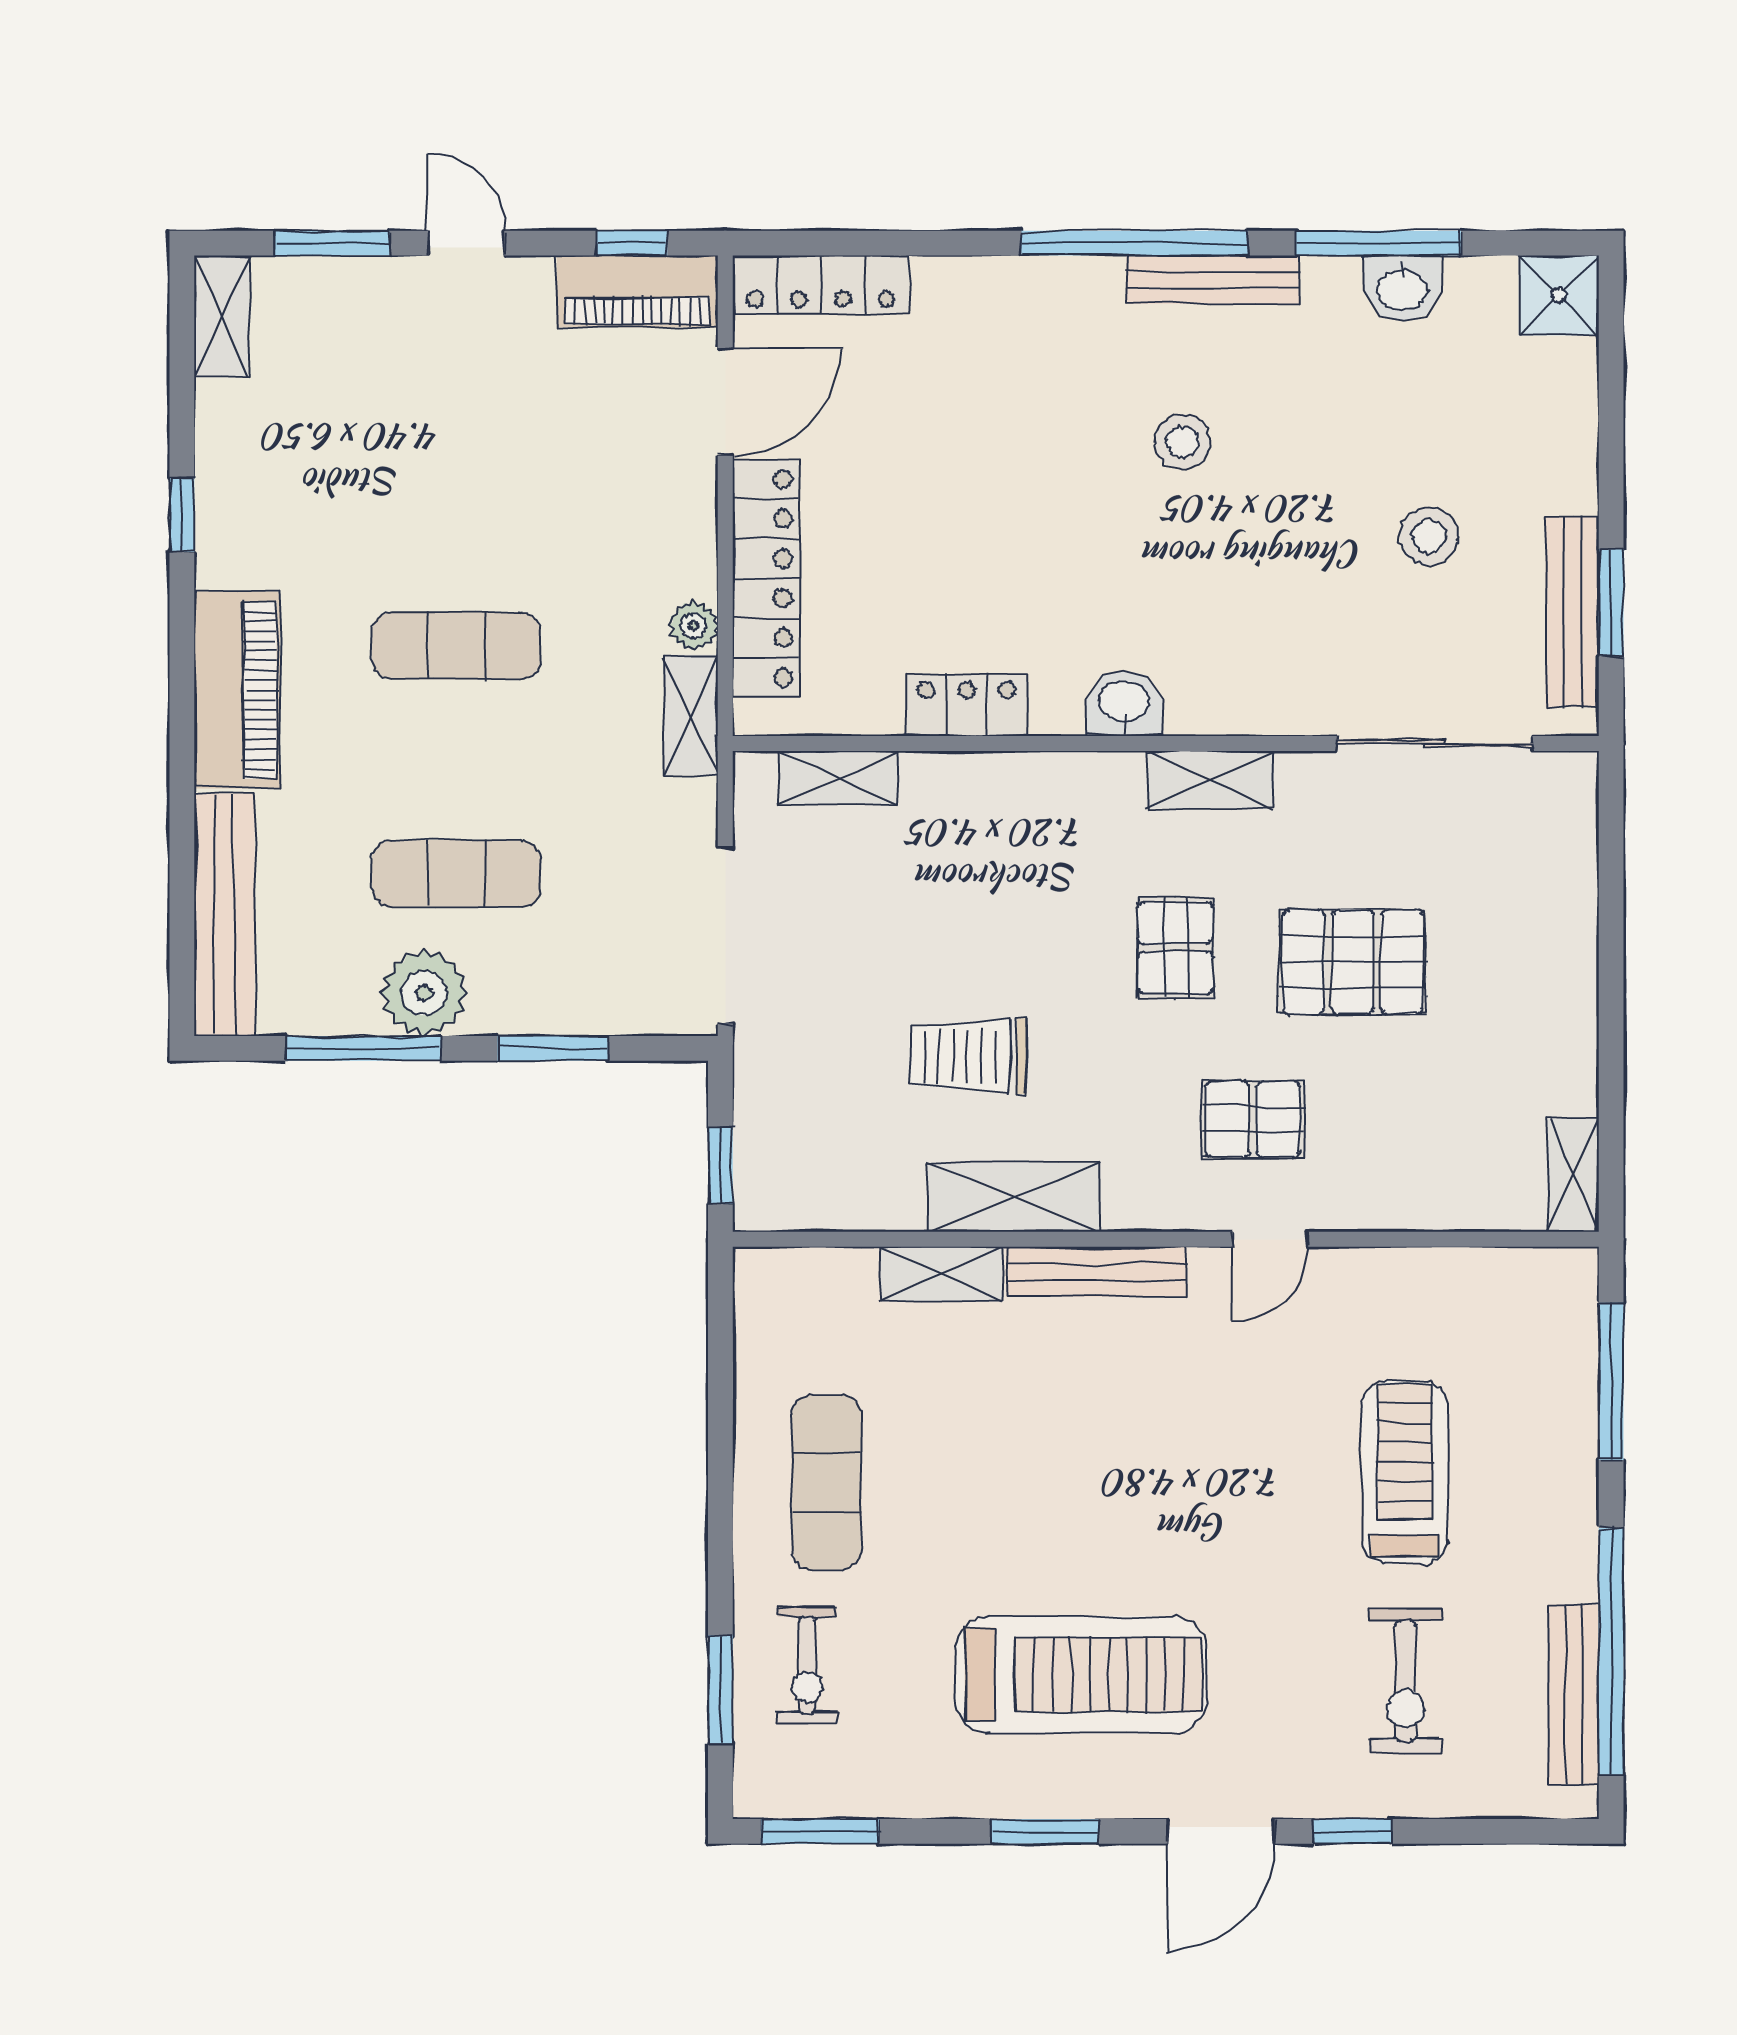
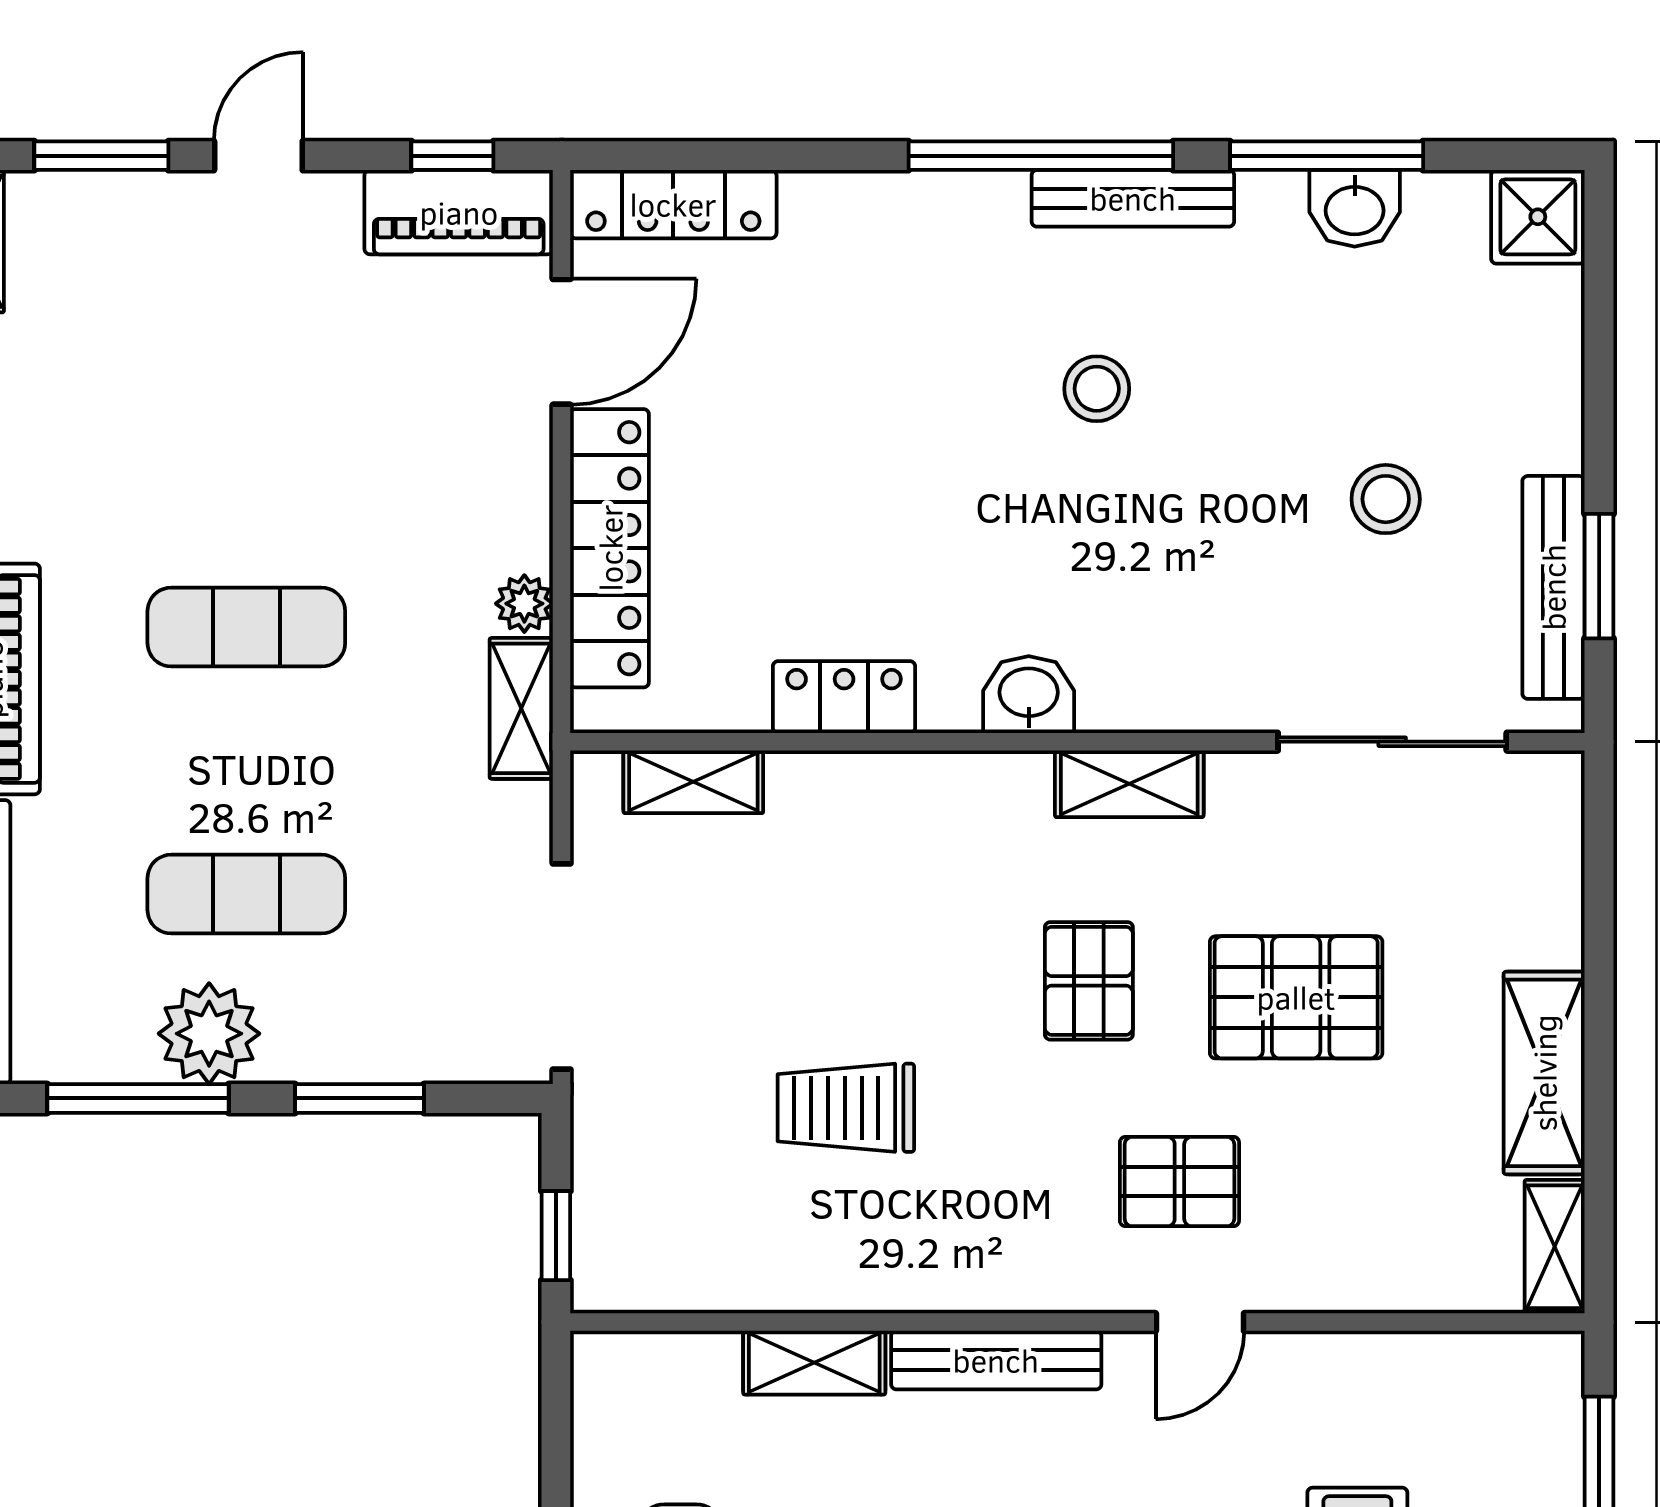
door: (466, 243) -> (258, 156), hinge flipped
shelving: (1014, 1197) -> (1544, 1073), moved, turned 90

